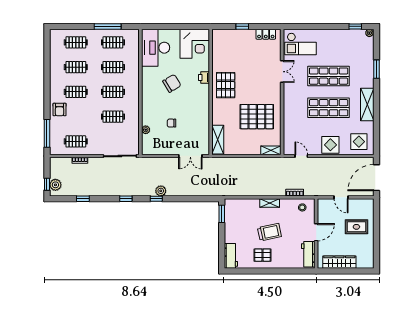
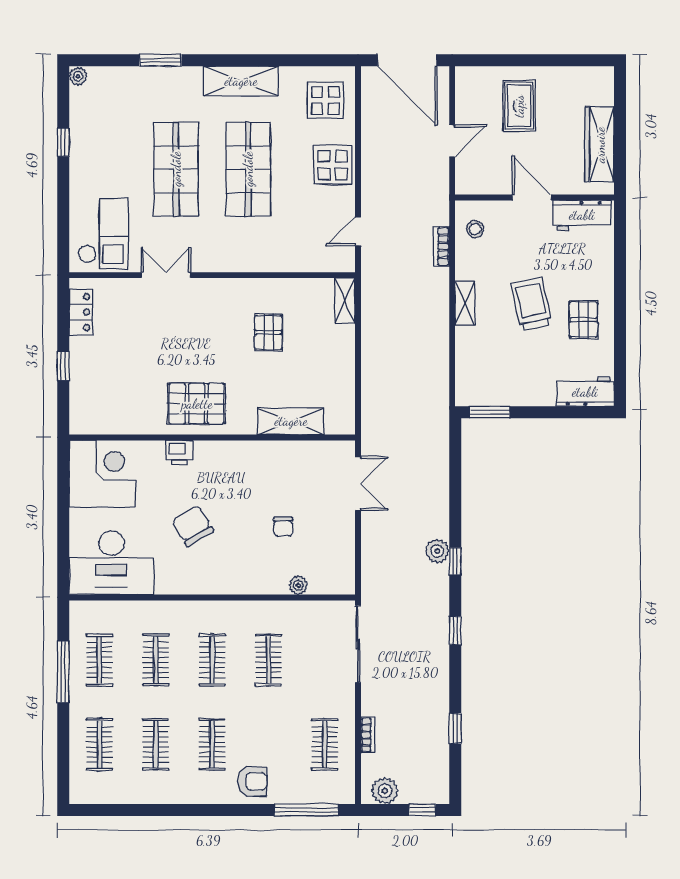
window: (355, 26) -> (63, 142), moved
pallet: (257, 117) -> (268, 332), width x0.49, depth x0.50
shelving: (218, 140) -> (291, 421), moved
plant: (55, 185) -> (385, 791), moved

